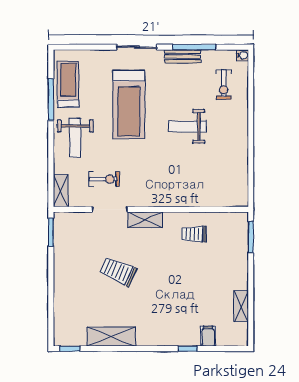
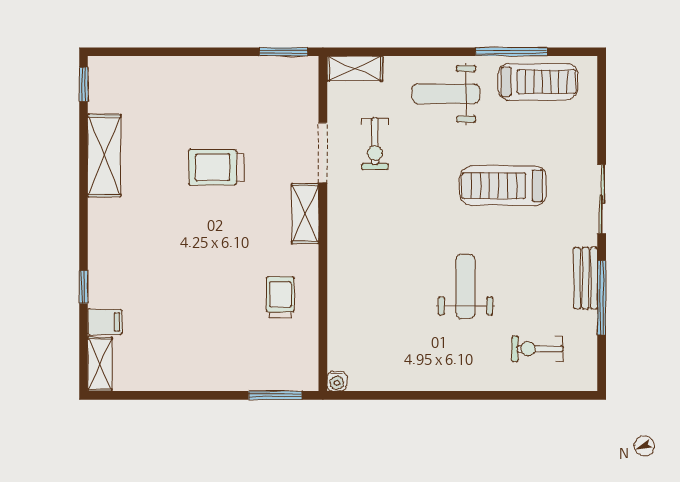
water cooler: (243, 55) -> (337, 381), moved
treadmill: (129, 104) -> (503, 186), width x0.73, depth x0.73
trolley: (118, 271) -> (216, 167), turned -114
shelving: (241, 306) -> (100, 364), moved, turned 90

